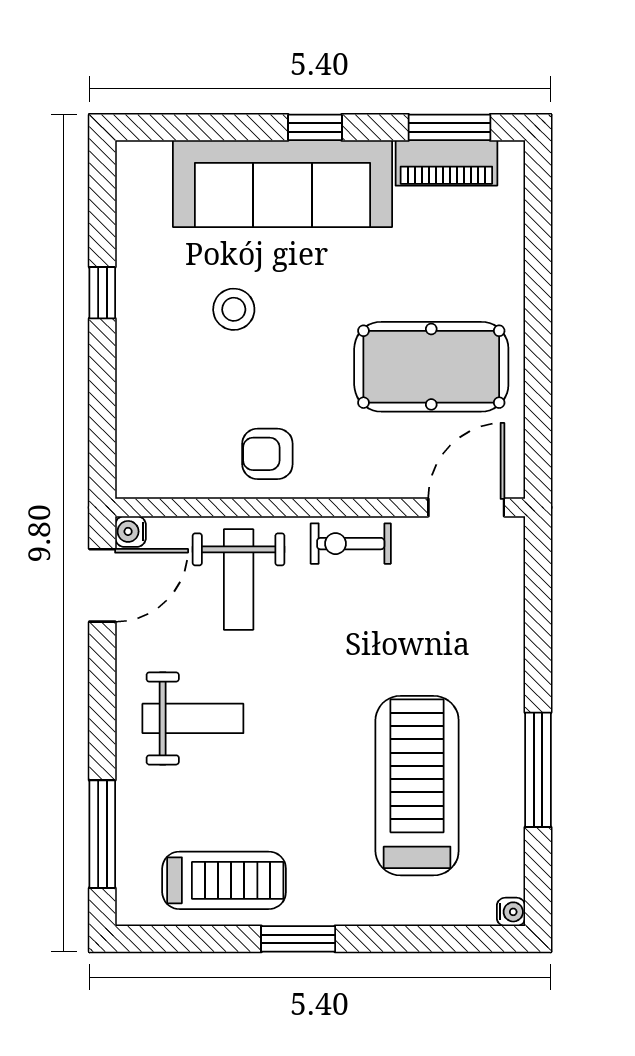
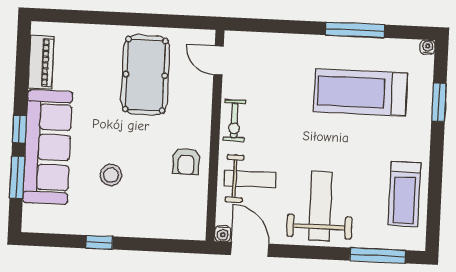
window: (449, 127) -> (17, 177), moved
door: (466, 507) -> (219, 60), width x0.73
weight bench: (193, 718) -> (320, 206), width x1.36, depth x1.33
treadmill: (224, 880) -> (404, 194), turned 180
window: (298, 939) -> (439, 102), moved

